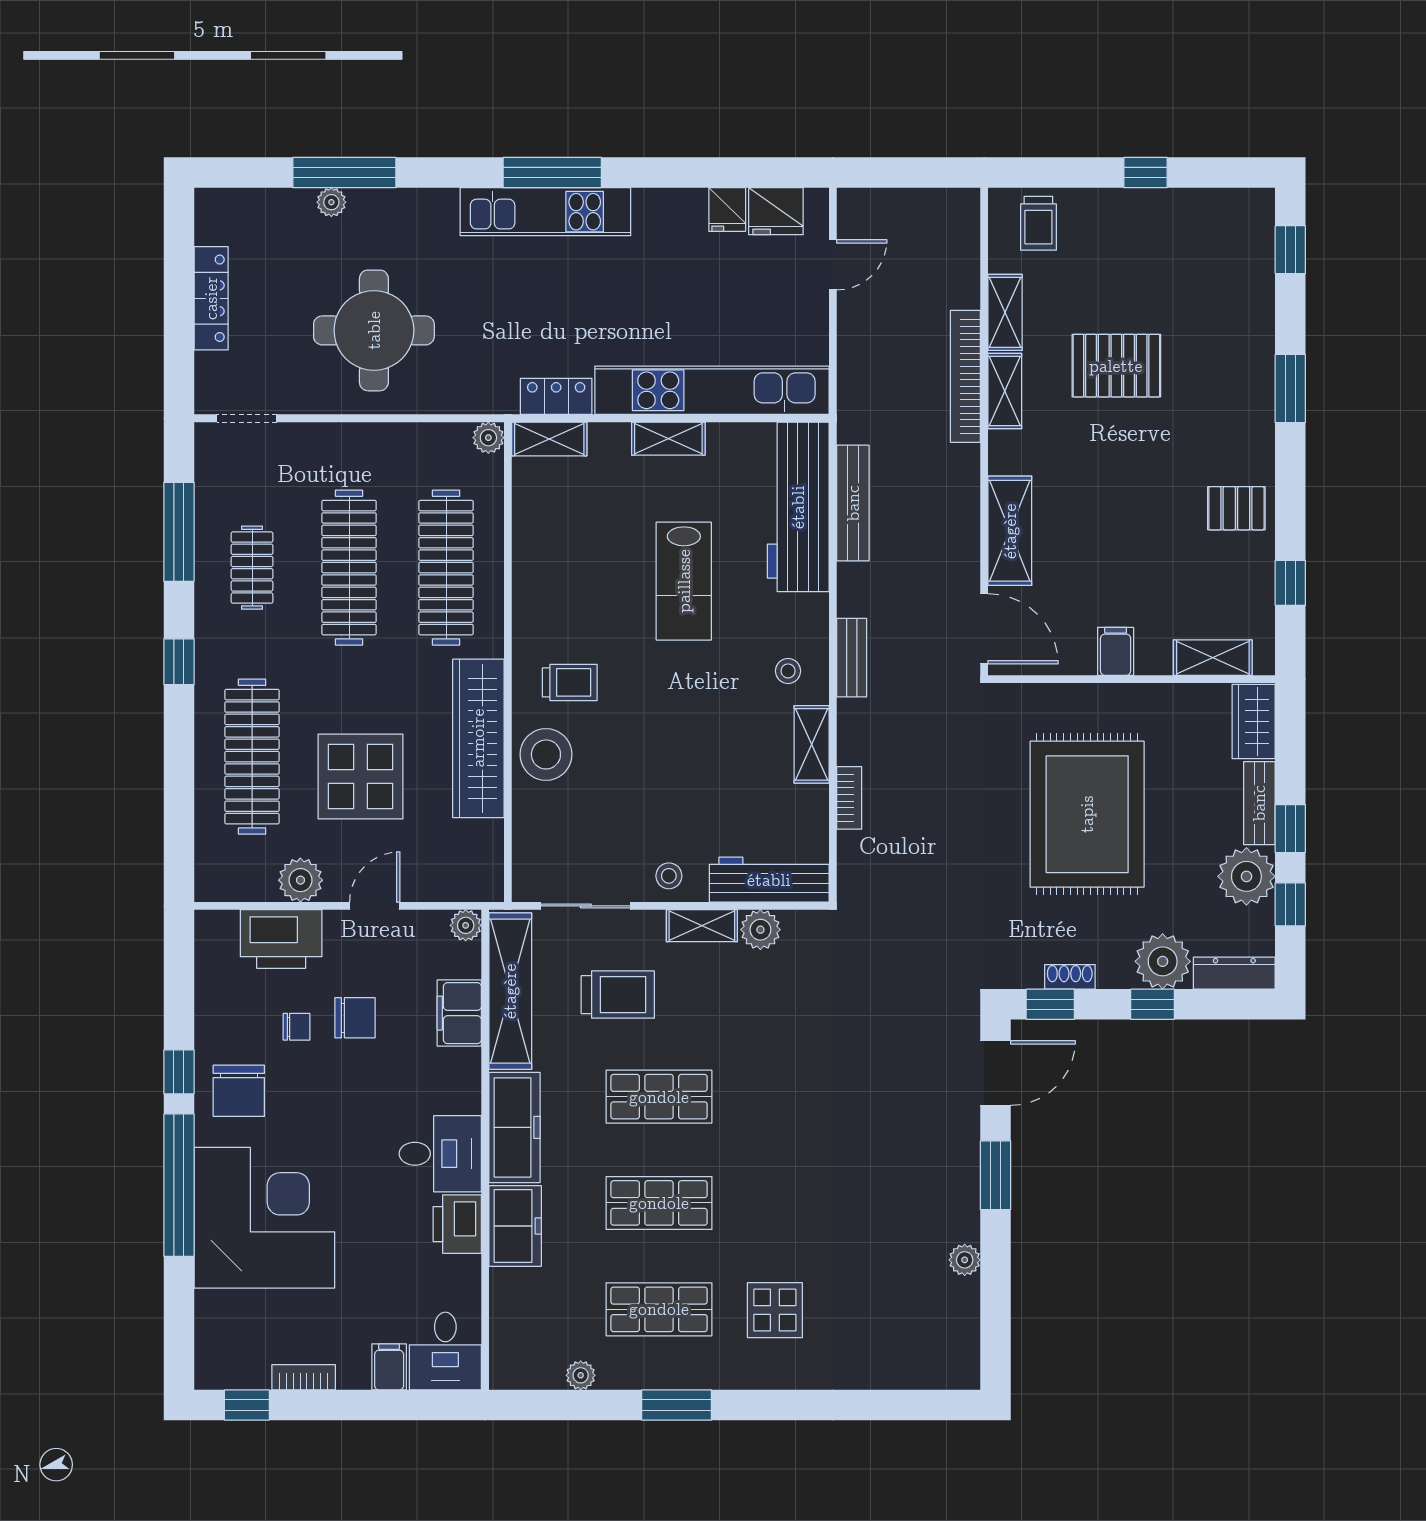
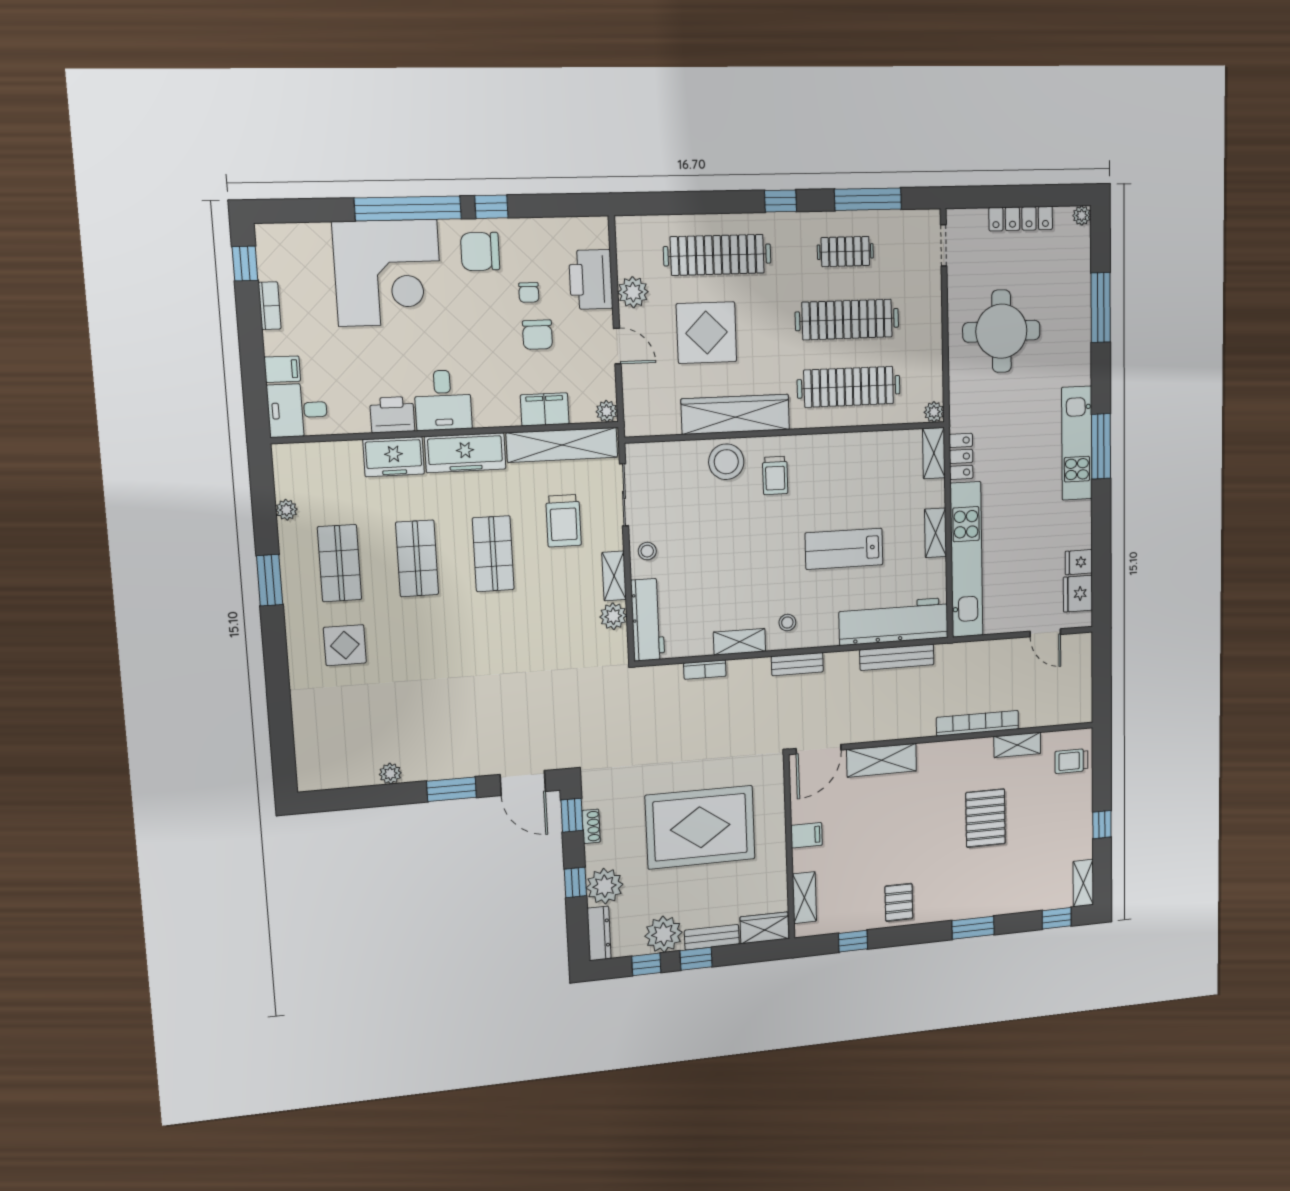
plant: (331, 202) -> (1082, 215), moved
shelving: (1005, 391) -> (1083, 883), moved, turned 90

